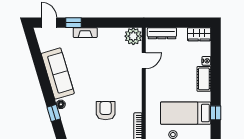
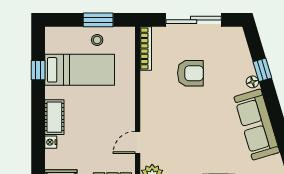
armchair: (106, 111) -> (190, 73), turned -90

